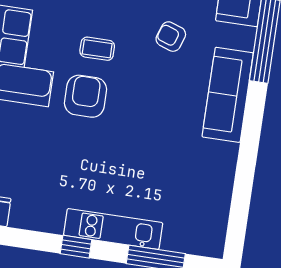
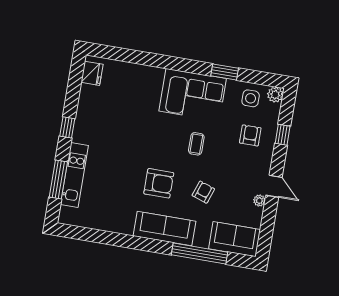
armchair: (86, 96) -> (159, 183), moved
kitchen unit: (113, 229) -> (74, 175), moved

